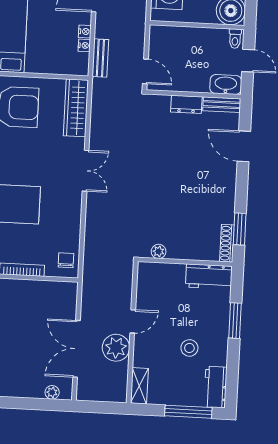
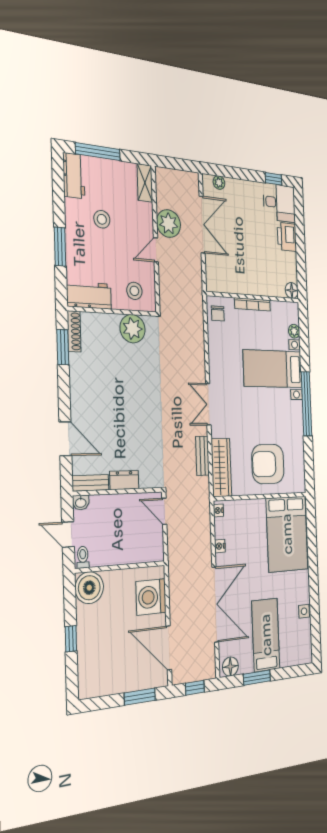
nightstand: (84, 45) -> (218, 510), moved
bench: (100, 58) -> (202, 456), moved
washbasin: (226, 85) -> (81, 502), width x0.52, depth x0.69
plant: (159, 251) -> (133, 329), width x1.88, depth x1.88
stool: (160, 281) -> (134, 291), added

